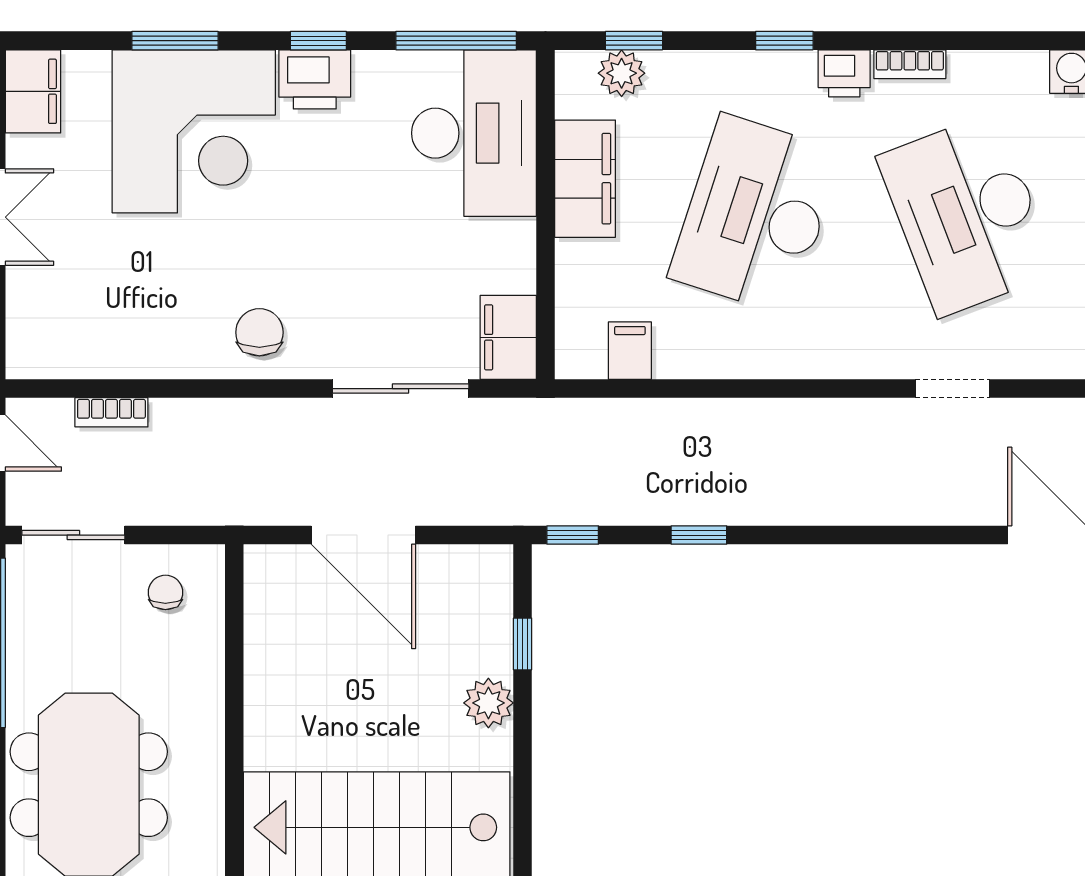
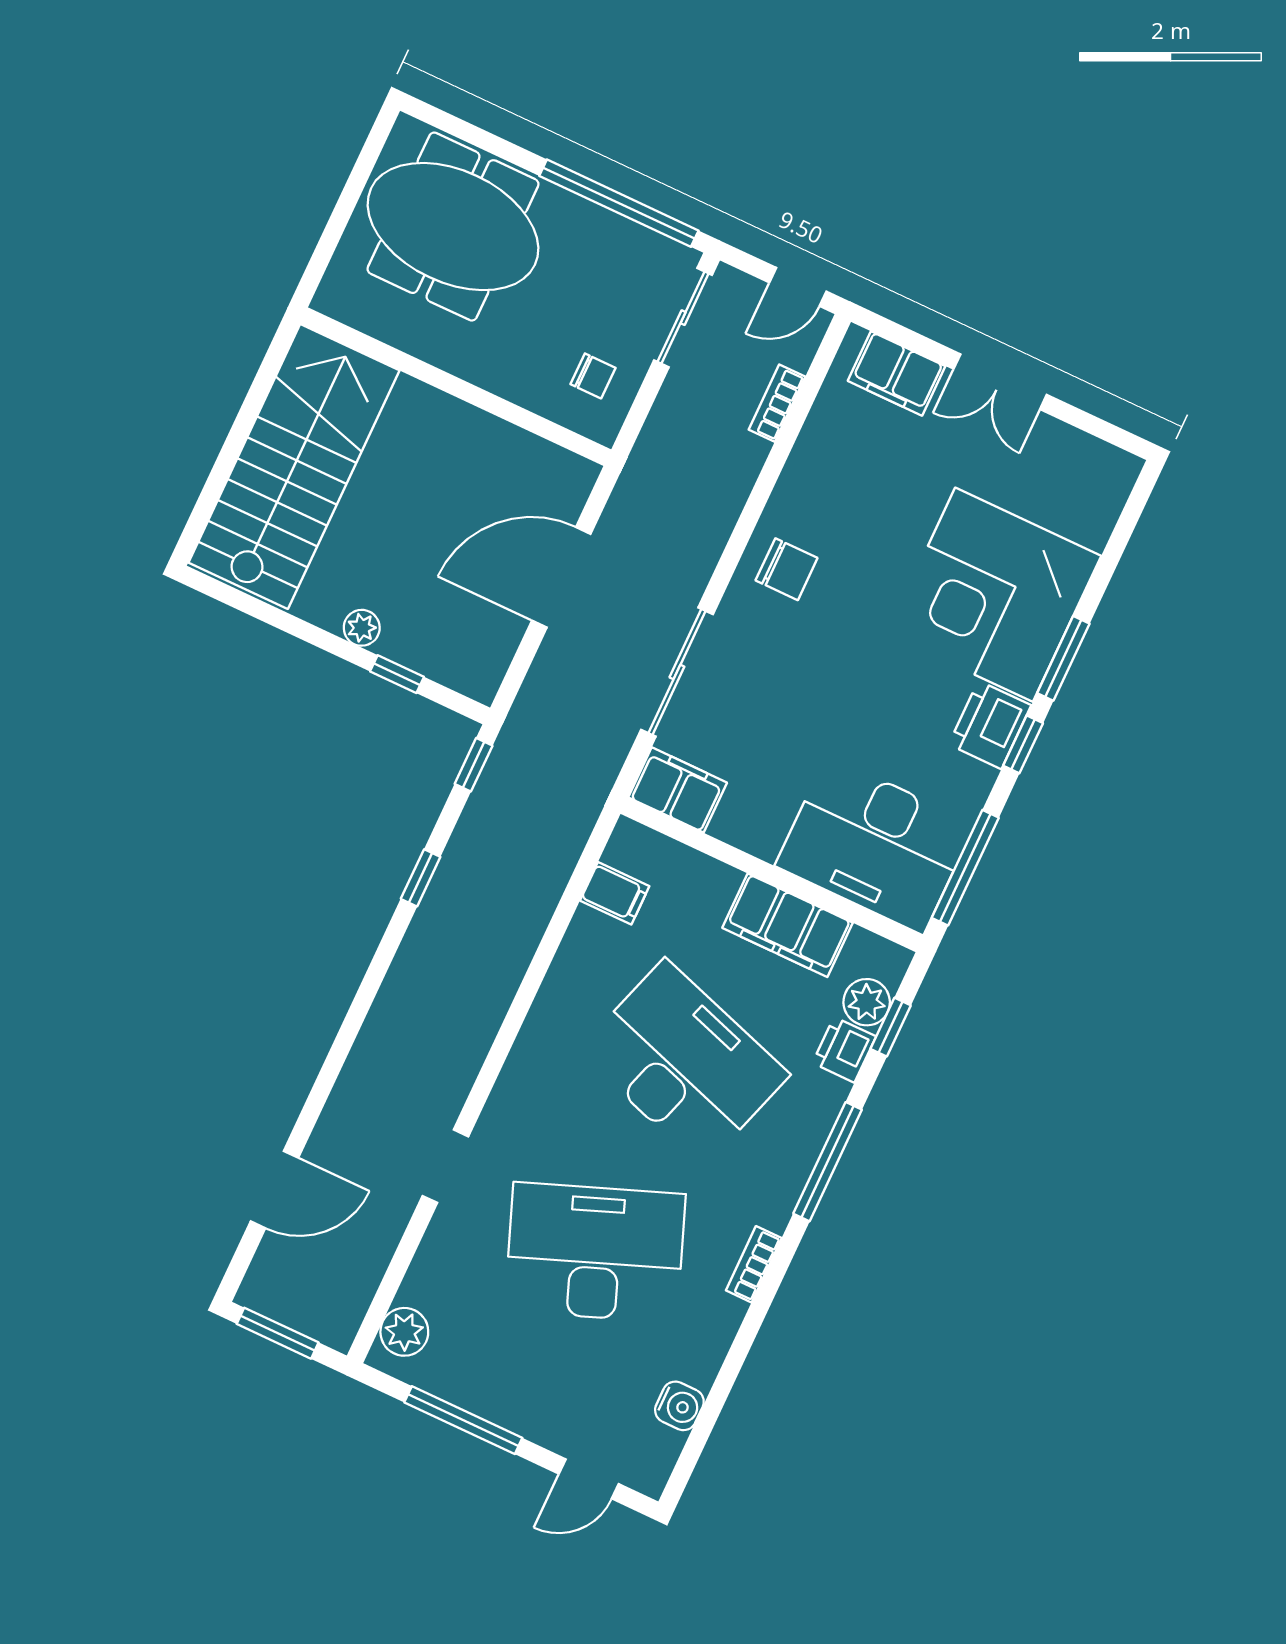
window: (175, 41) -> (1063, 658), moved
window: (784, 41) -> (828, 1162), width x2.17
printer: (844, 73) -> (844, 1050), moved
filing cabinet: (33, 91) -> (897, 374), moved
plant: (488, 703) -> (362, 628), width x0.73, depth x0.73

